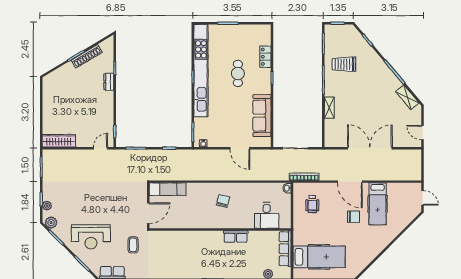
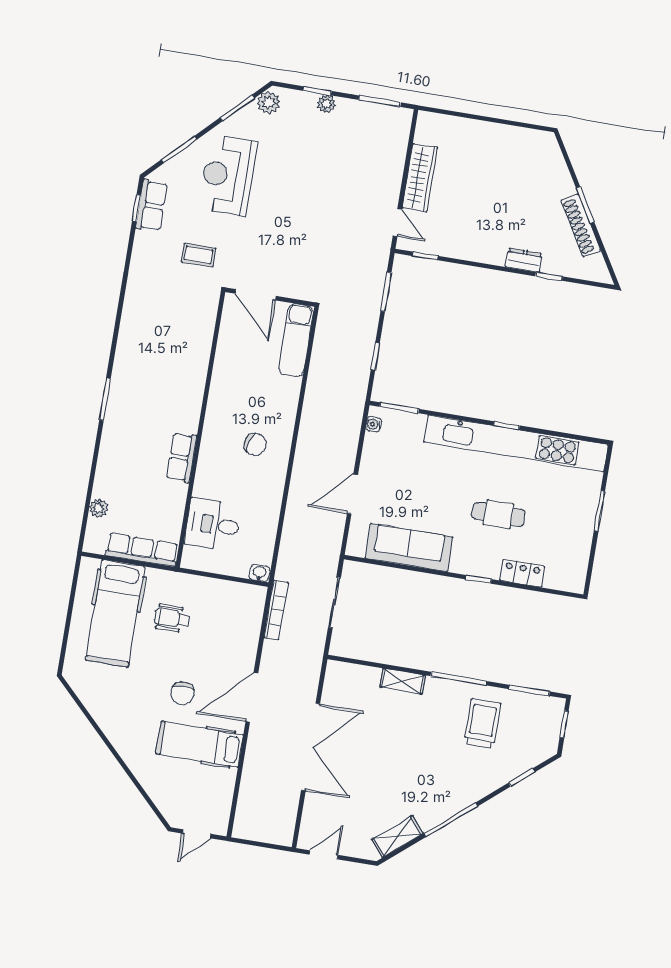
wardrobe: (59, 141) -> (420, 178), moved
wheelchair: (312, 204) -> (172, 618), moved
plant: (47, 206) -> (326, 104), moved

